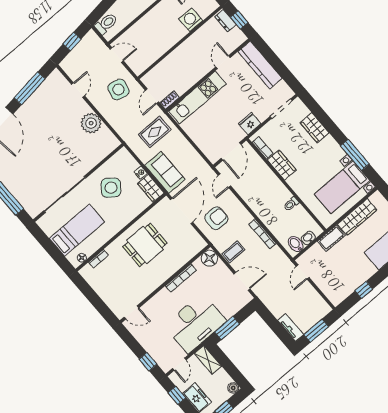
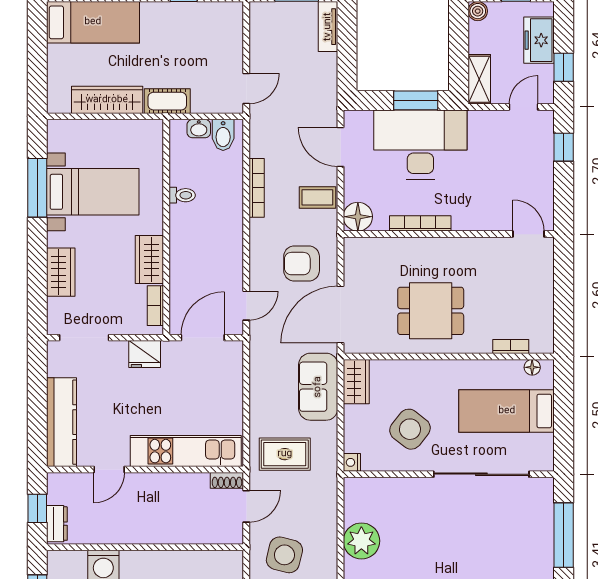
nightstand: (141, 173) -> (352, 462), moved
bed with nightstands: (342, 187) -> (93, 192), moved
desk: (195, 323) -> (420, 145), moved

